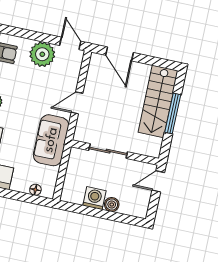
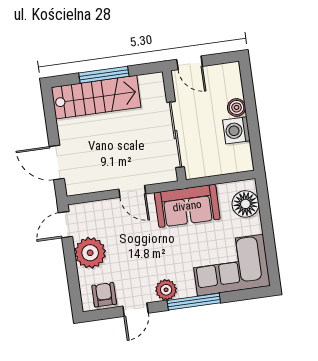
door: (120, 54) -> (57, 163), swing flipped
sliding door: (108, 151) -> (176, 134), width x1.37
floor lamp: (35, 190) -> (245, 204), width x1.89, depth x1.89

